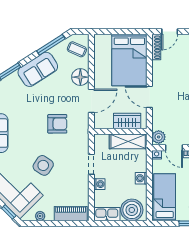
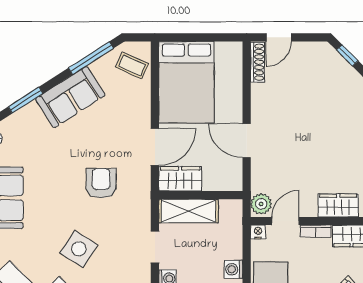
bed: (129, 60) -> (186, 82), moved
floor lamp: (80, 77) -> (137, 109), removed
wardrobe: (127, 121) -> (180, 179), moved
armchair: (57, 124) -> (101, 183), turned -90
shelving: (128, 141) -> (188, 211), moved
door: (174, 148) -> (285, 221), swing flipped

